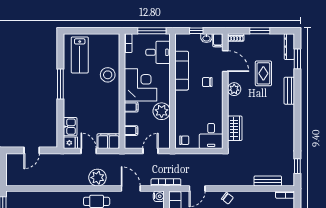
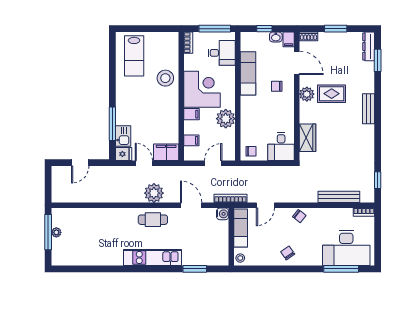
rug: (263, 73) -> (332, 94), moved, turned 90
window: (60, 84) -> (112, 124), moved
bench: (289, 91) -> (368, 109), moved
bench: (268, 181) -> (339, 197), width x1.36

